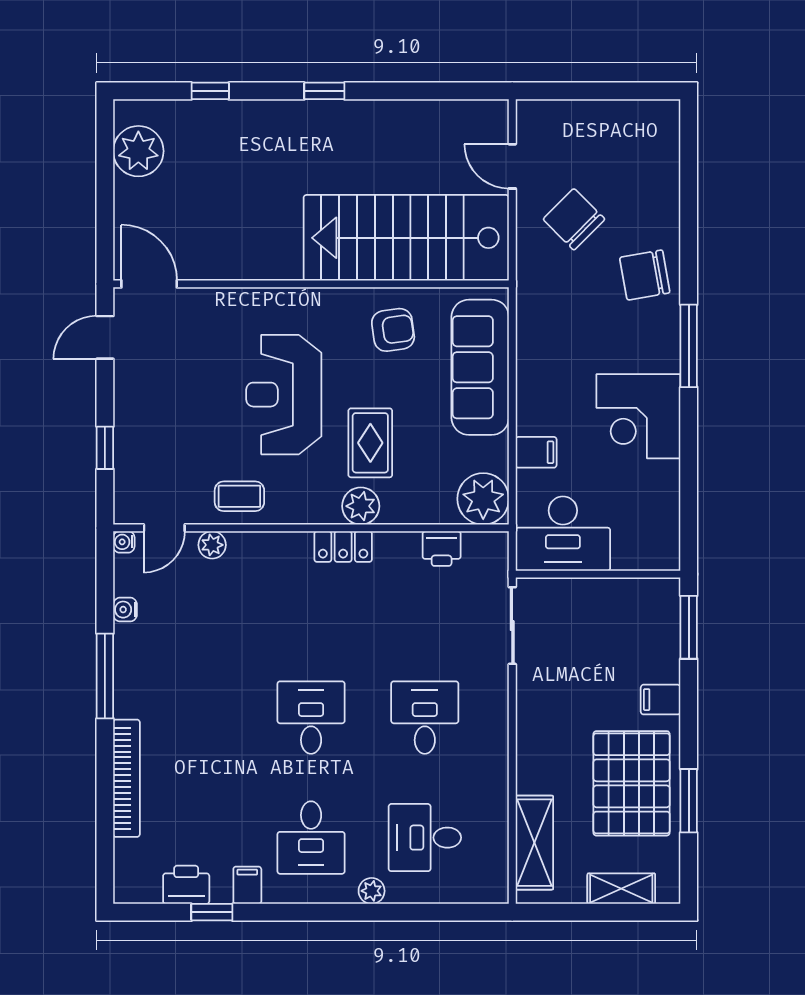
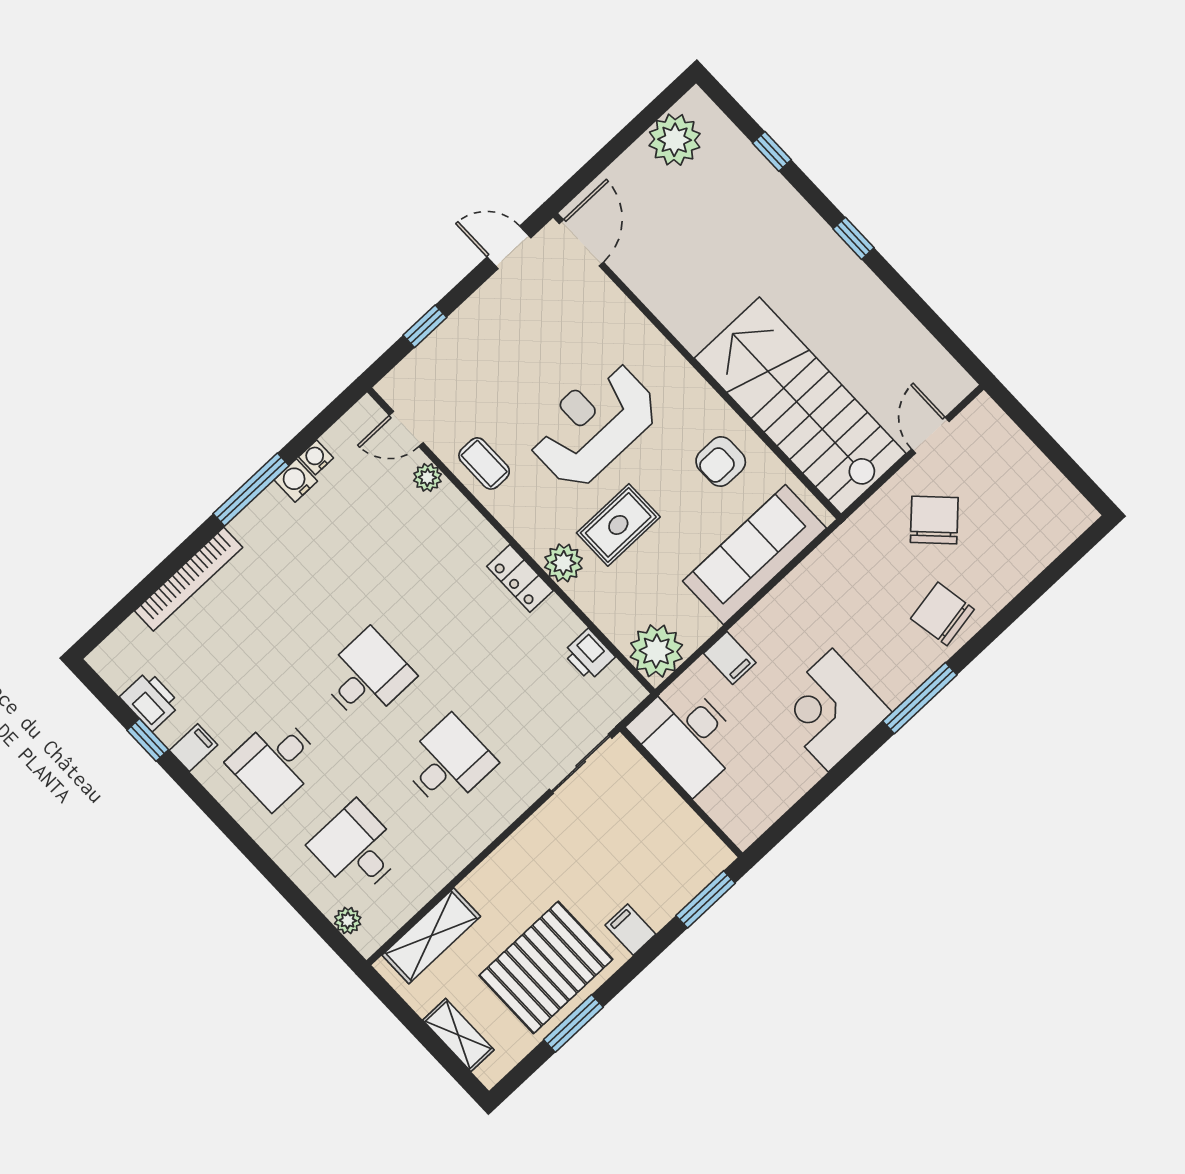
armchair: (393, 330) -> (721, 462), turned 98
water cooler: (124, 542) -> (296, 481), moved, width x1.38, depth x1.38
plant: (372, 891) -> (348, 921), moved

